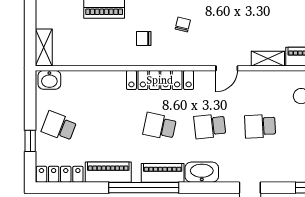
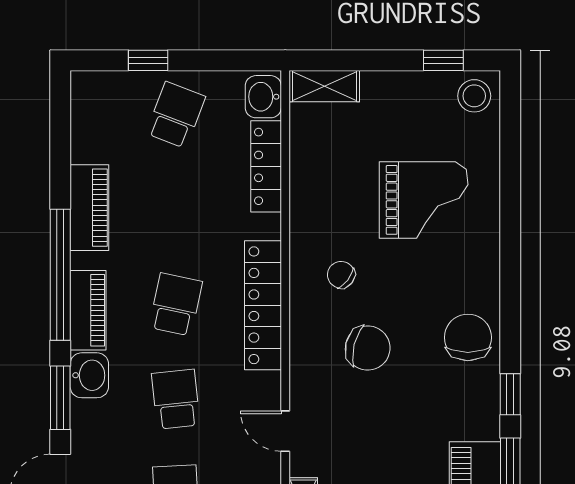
chair: (183, 24) -> (368, 348), width x1.87, depth x1.87
chair: (144, 39) -> (341, 275), turned -52
washbasin: (202, 172) -> (89, 375), width x0.72
locker: (60, 174) -> (266, 166), moved, turned 180
window: (209, 188) -> (60, 398), added

